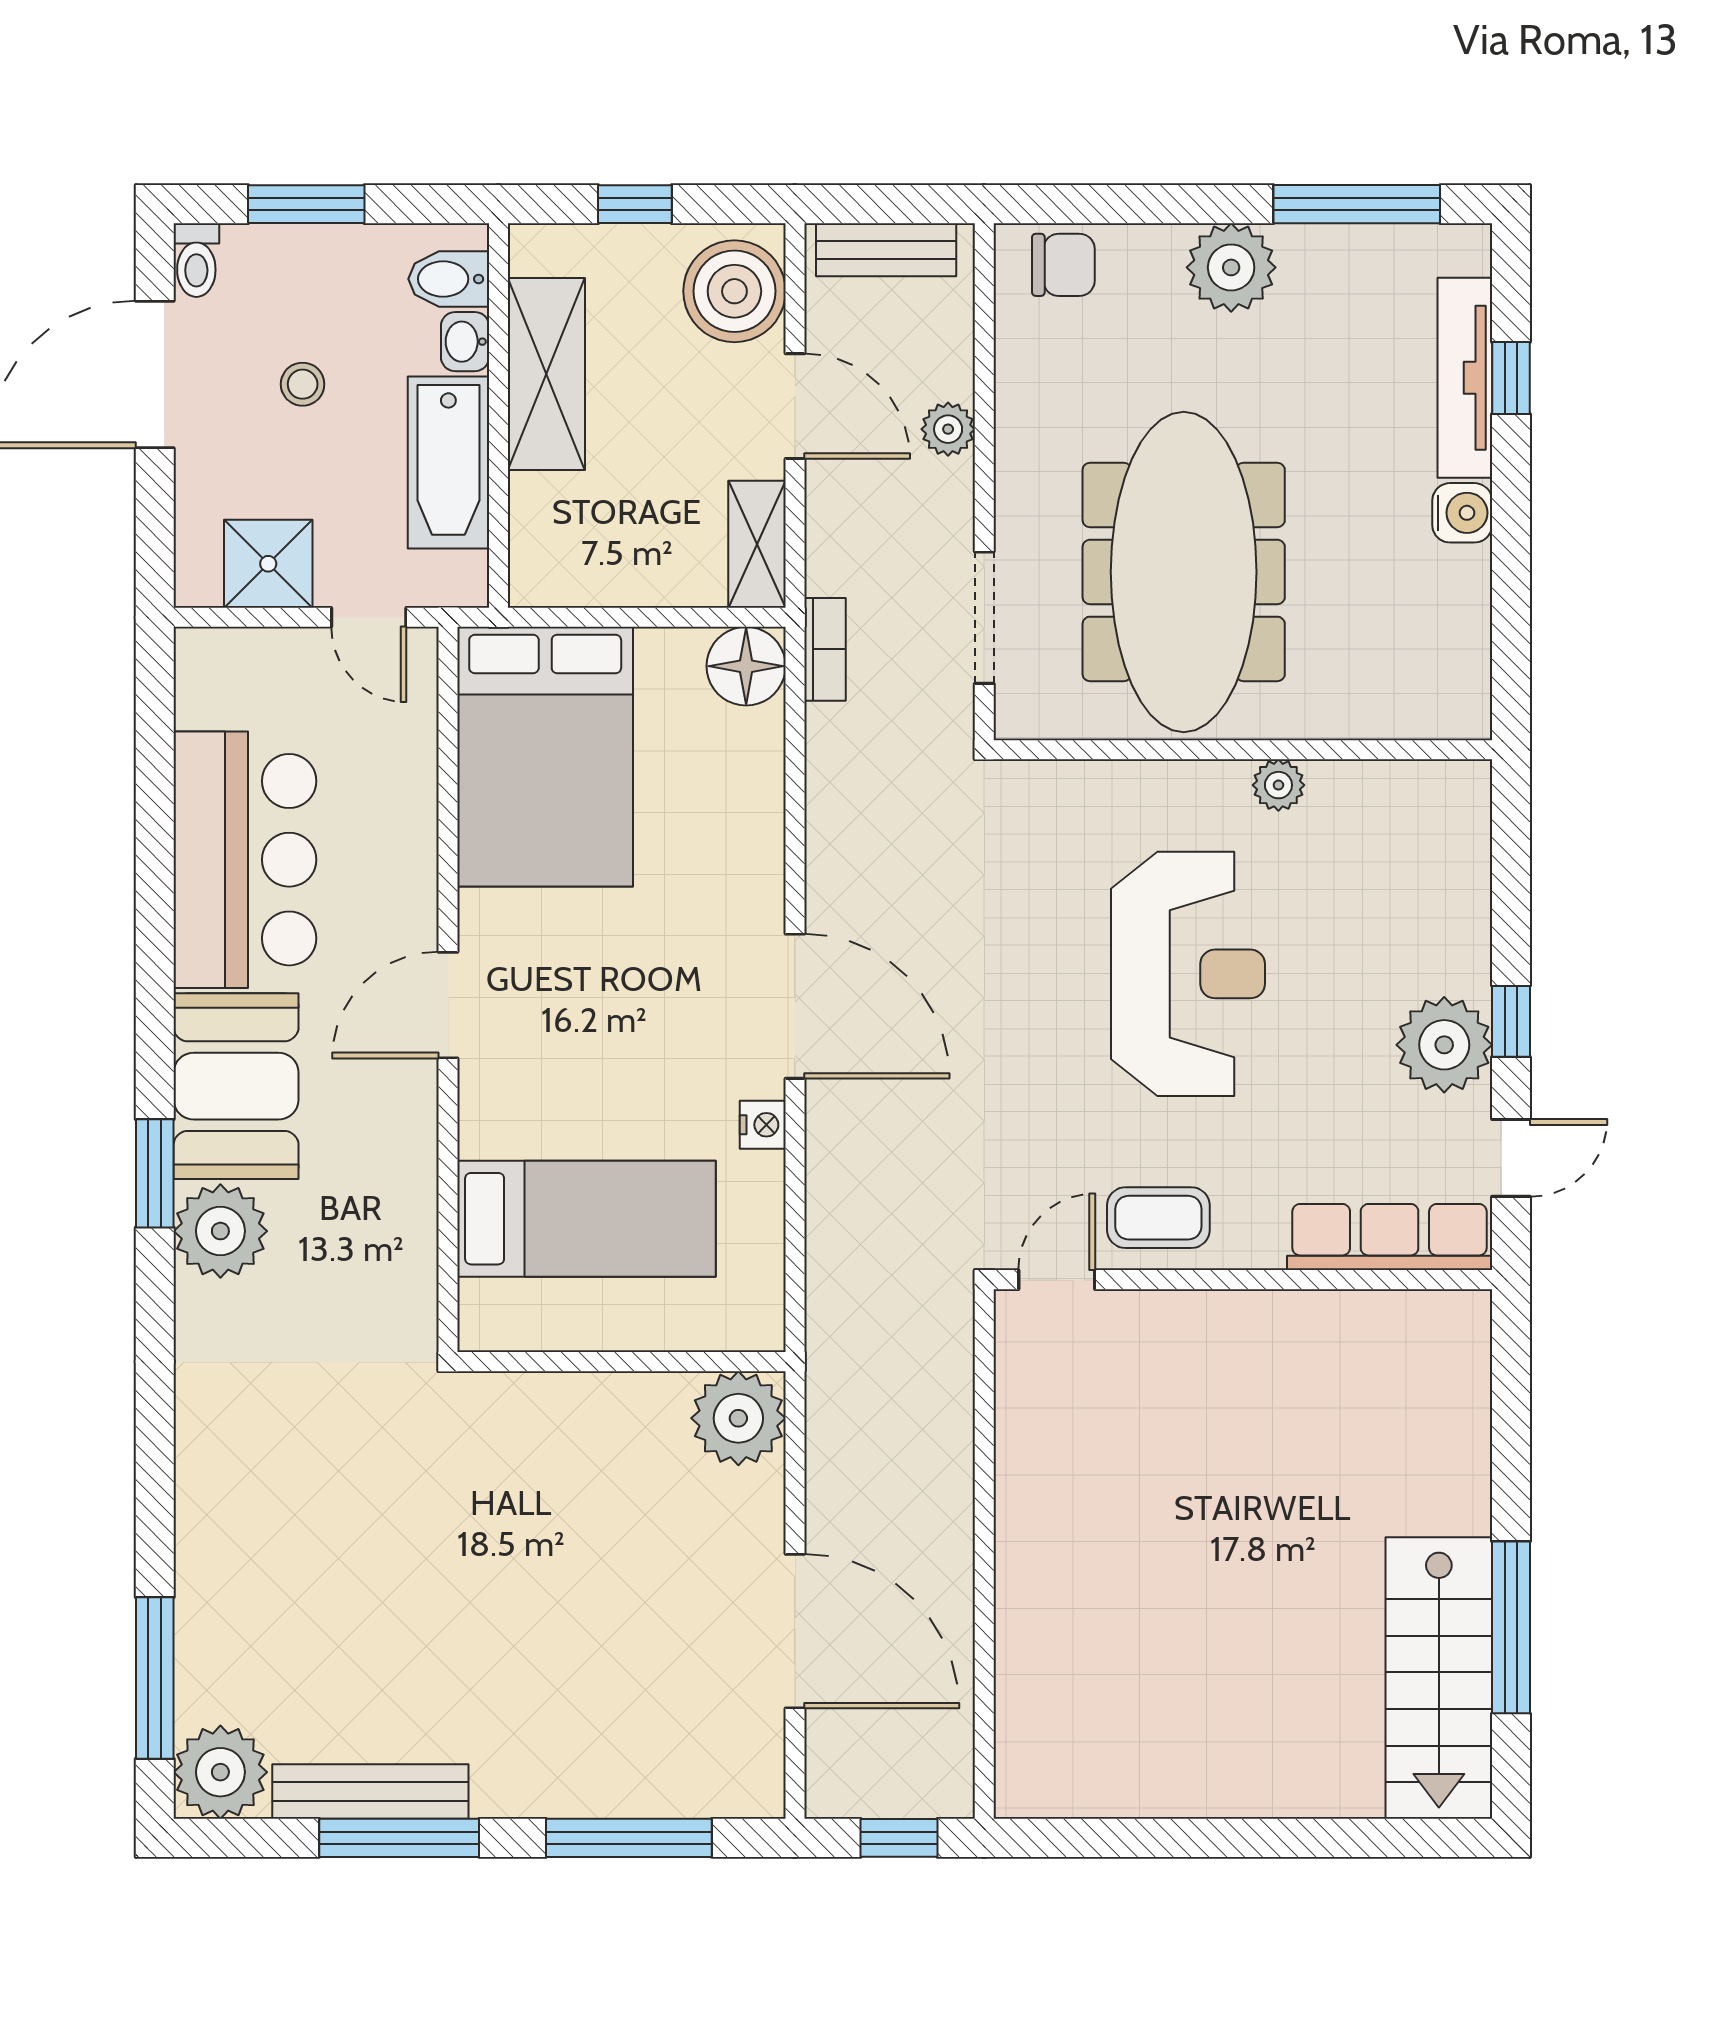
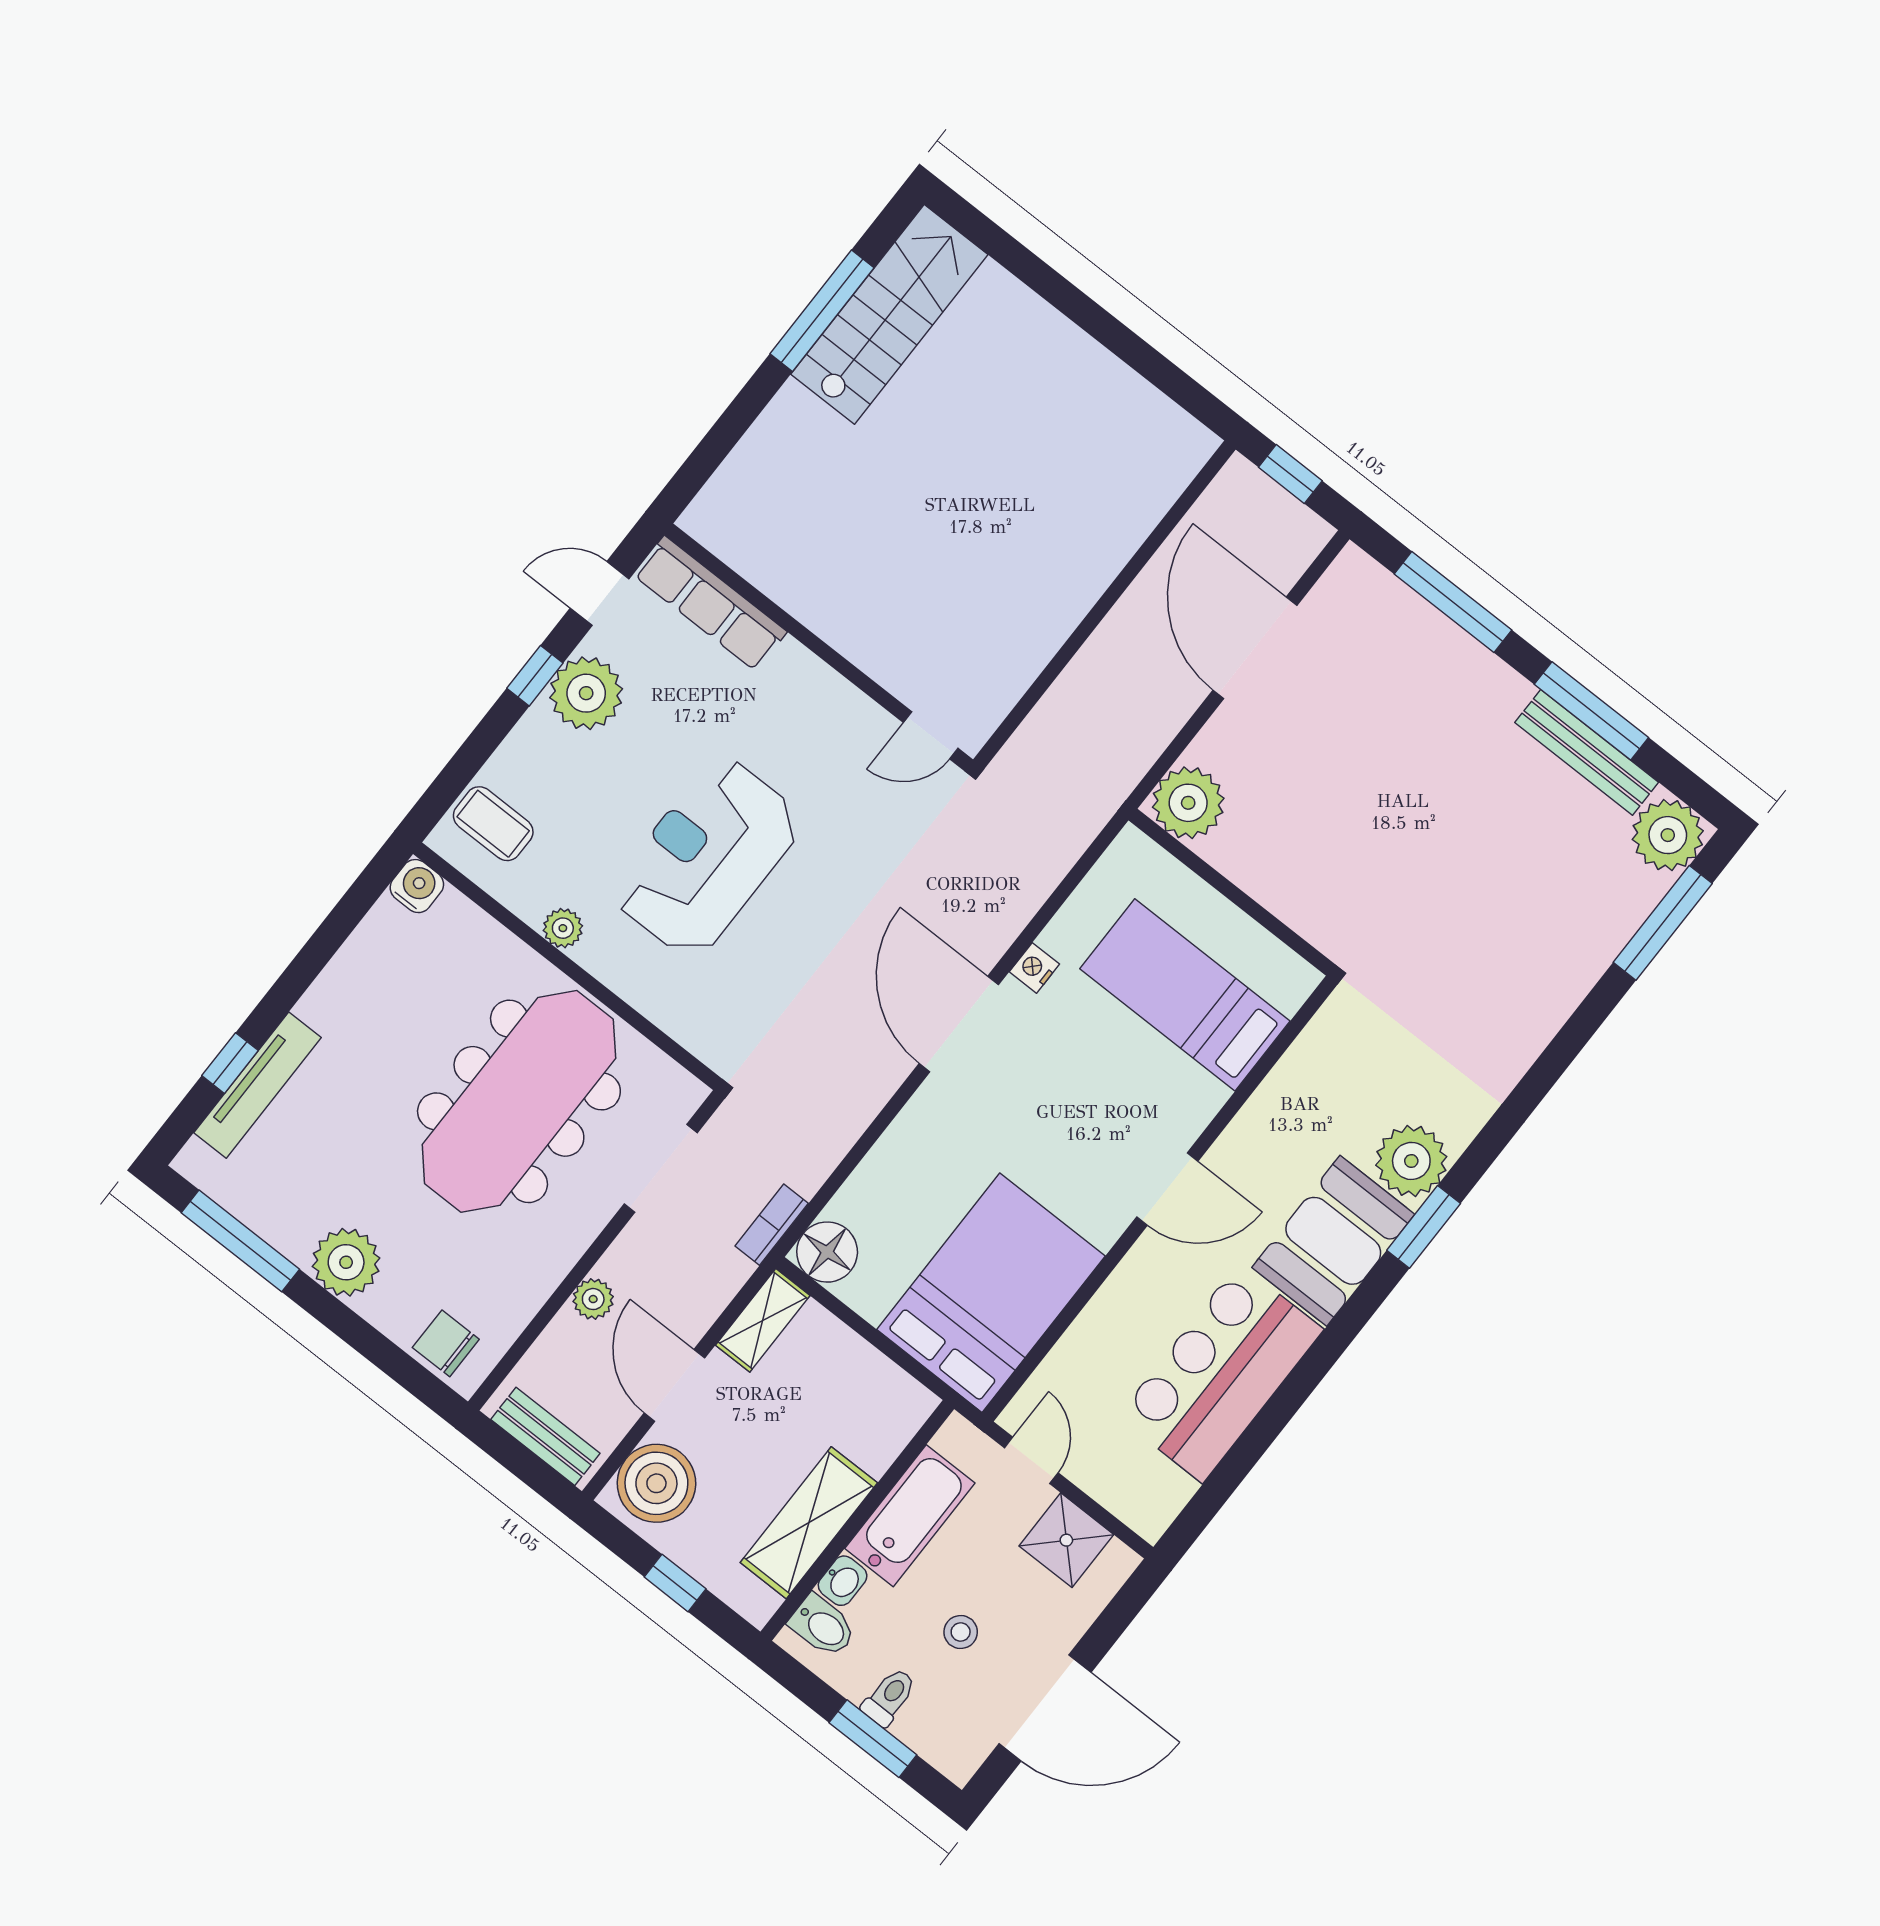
toilet: (196, 260) -> (889, 1697), moved
water cooler: (1462, 513) -> (417, 886), moved, turned 90
coffee table: (1158, 1218) -> (493, 824), moved

